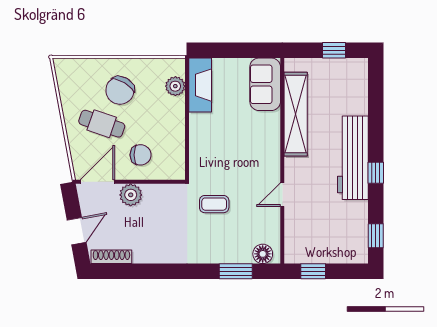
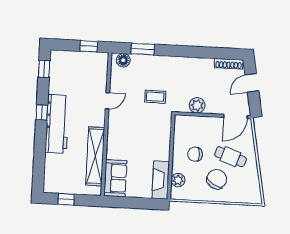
chair: (141, 155) -> (195, 154), moved
plant: (131, 195) -> (197, 105), moved

